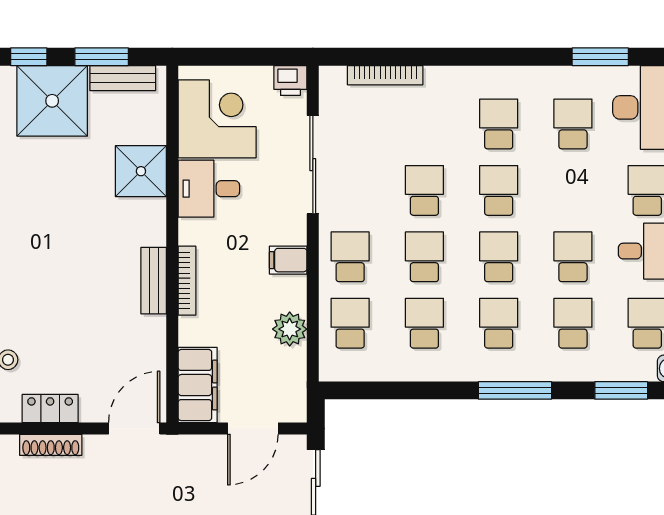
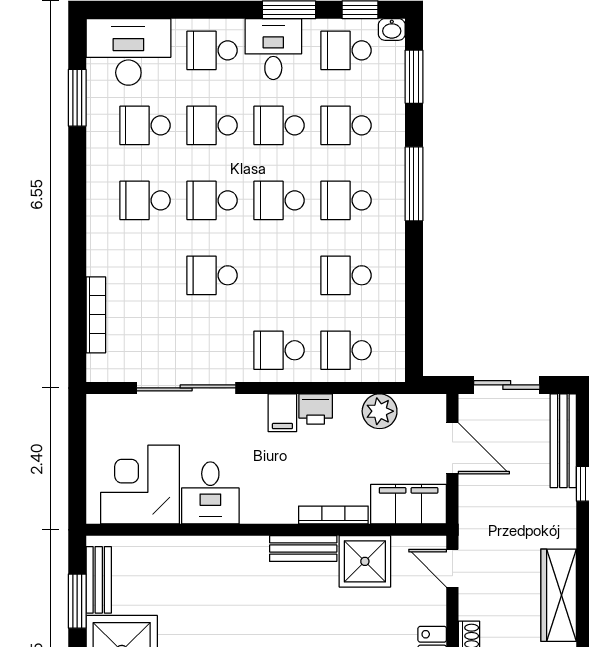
printer: (290, 80) -> (316, 409), moved, turned 90
shower: (141, 171) -> (365, 561), moved
school desk: (424, 257) -> (212, 125), moved
bookcase: (187, 281) -> (333, 515), moved
plant: (290, 329) -> (380, 411), moved
door: (134, 428) -> (452, 568), width x0.73

